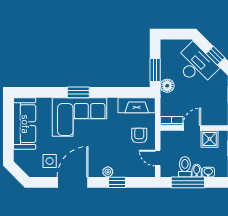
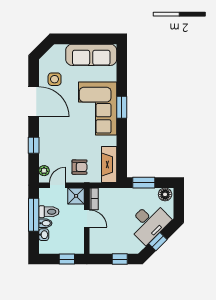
floor lamp: (167, 86) -> (165, 194), moved
shower: (210, 139) -> (76, 196), moved
plant: (108, 172) -> (44, 171), moved

